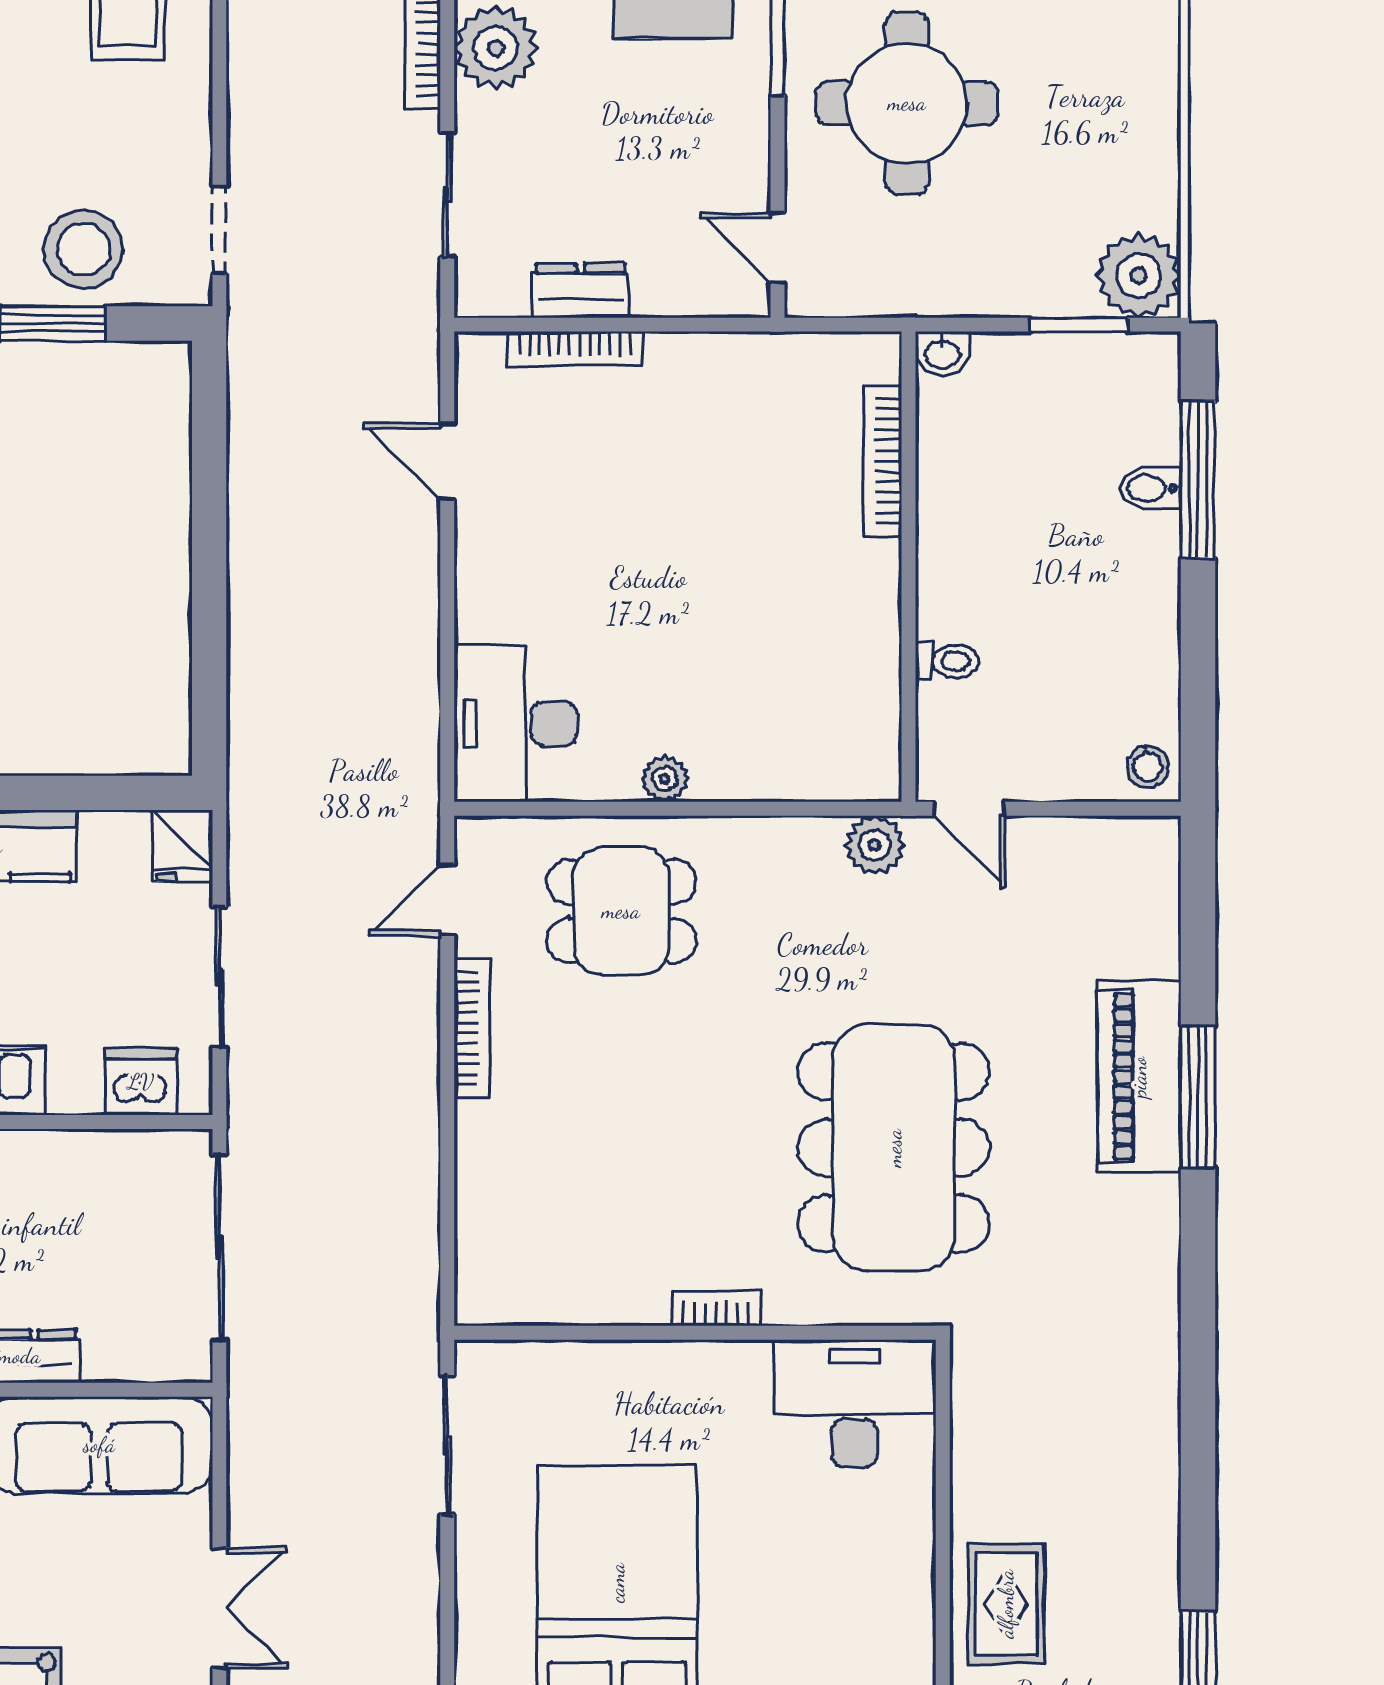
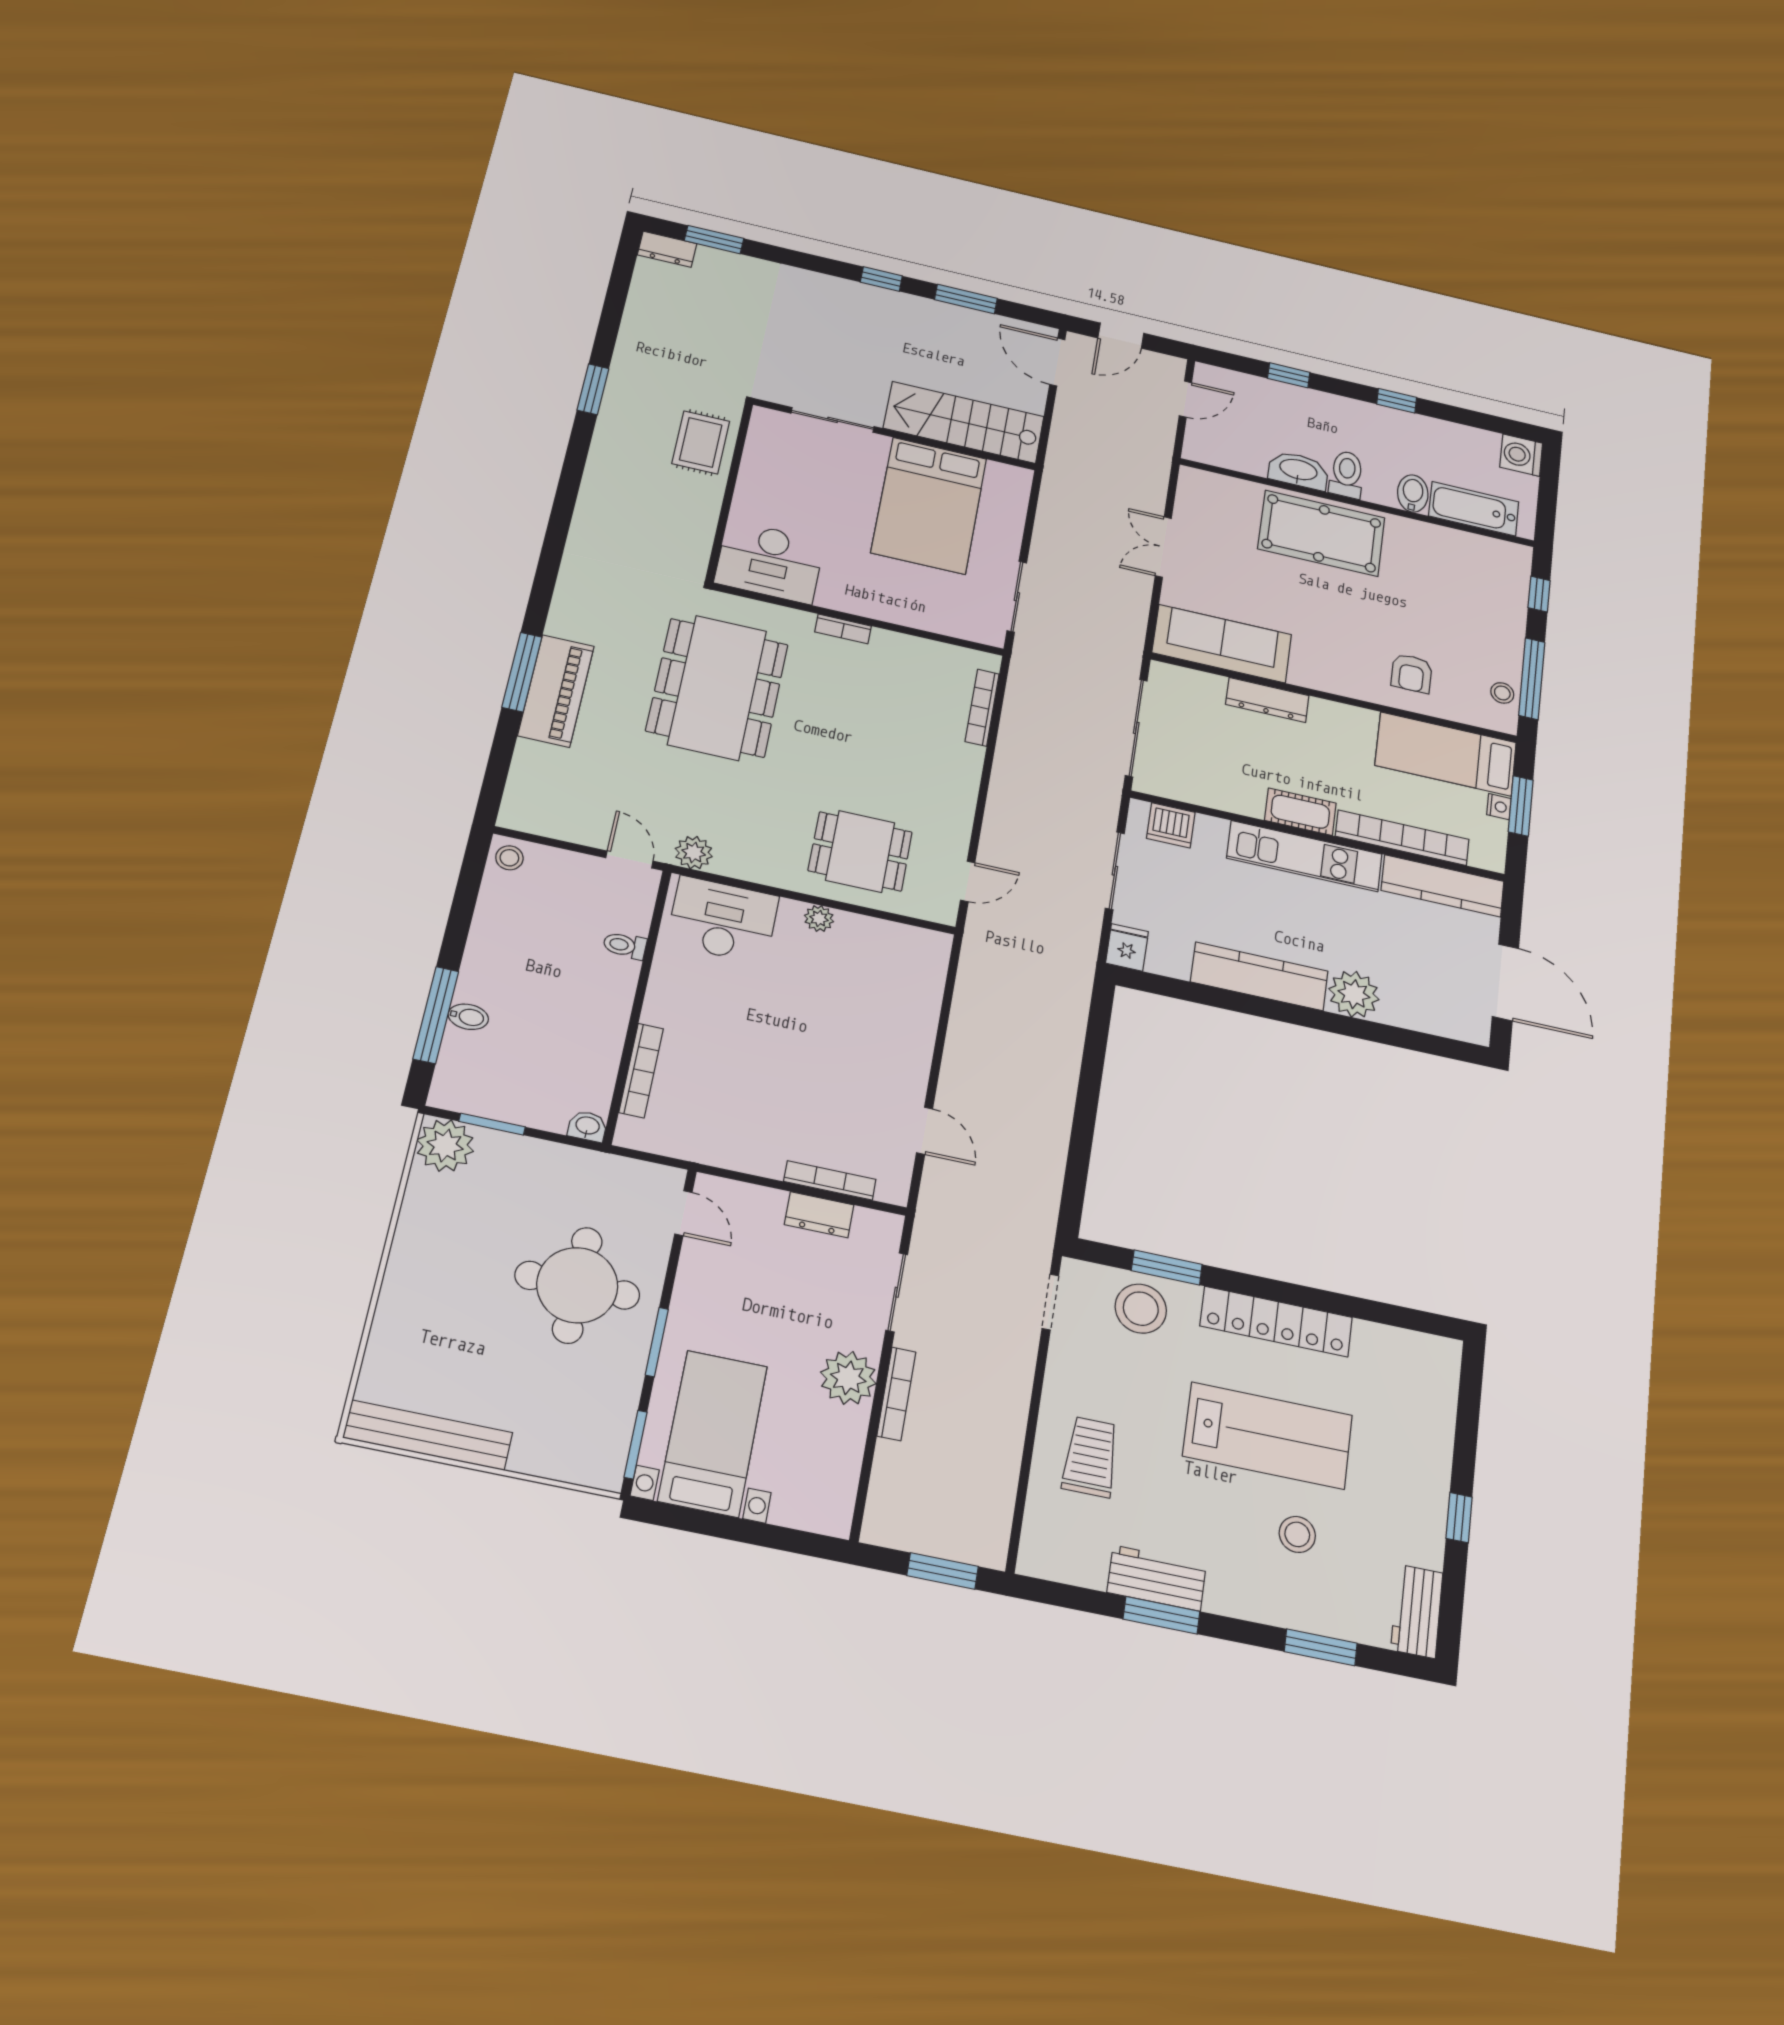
desk: (516, 724) -> (723, 920), moved, turned -90
bookcase: (472, 1028) -> (982, 708), moved

